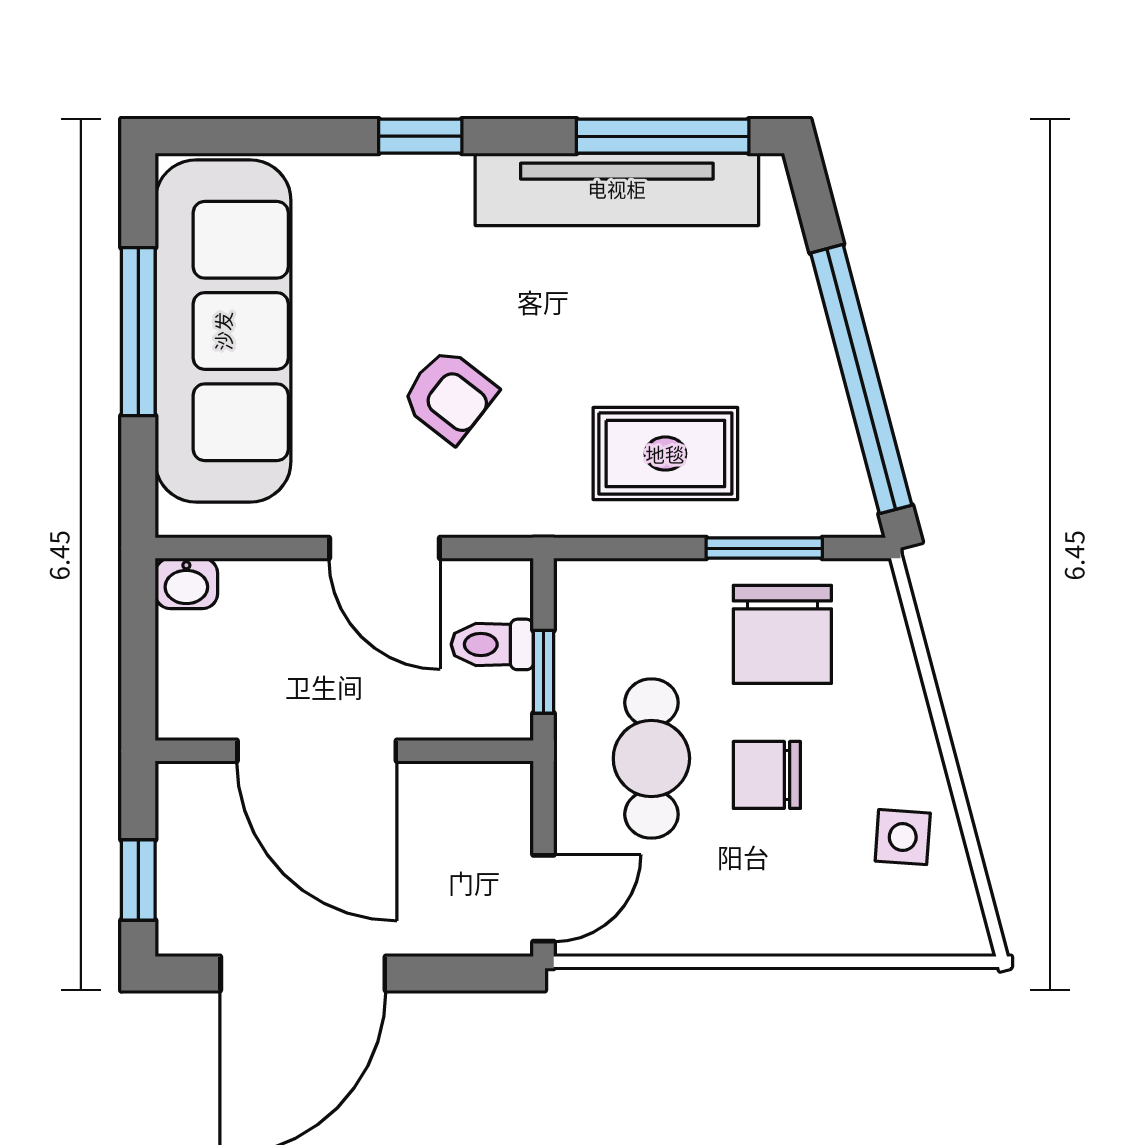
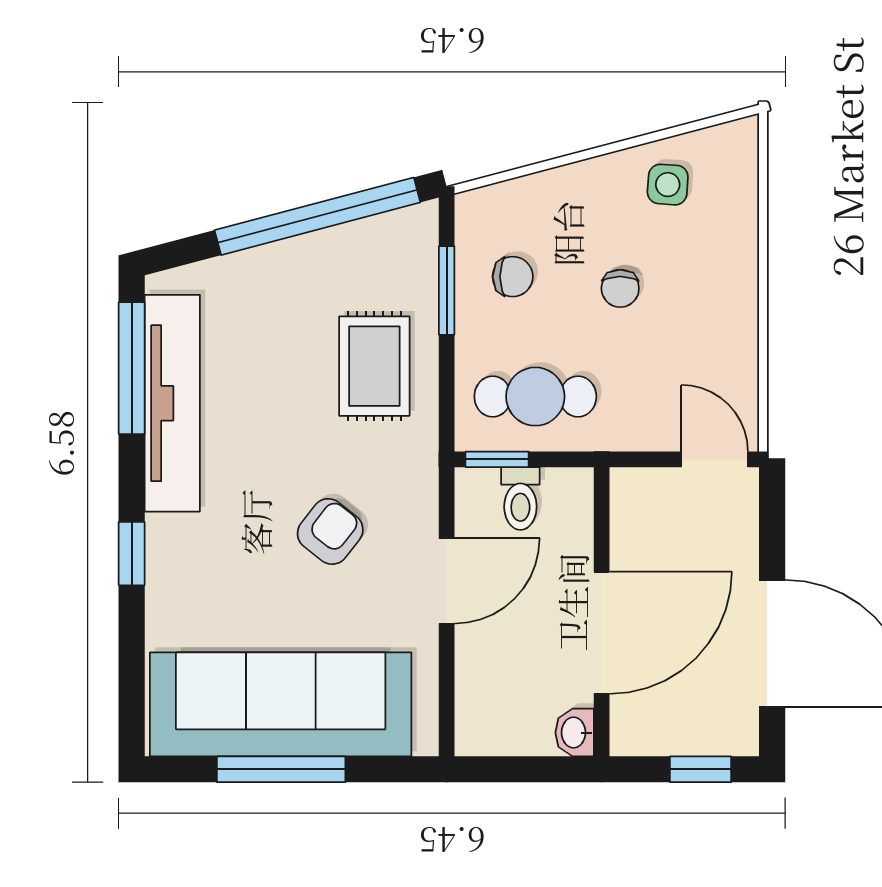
washbasin: (186, 583) -> (575, 733), moved, turned 180
chair: (782, 634) -> (513, 277), width x0.54, depth x0.54
window: (543, 672) -> (497, 459), moved
cafe table: (651, 758) -> (535, 397), moved
chair: (767, 775) -> (620, 288), width x0.73, depth x0.73

